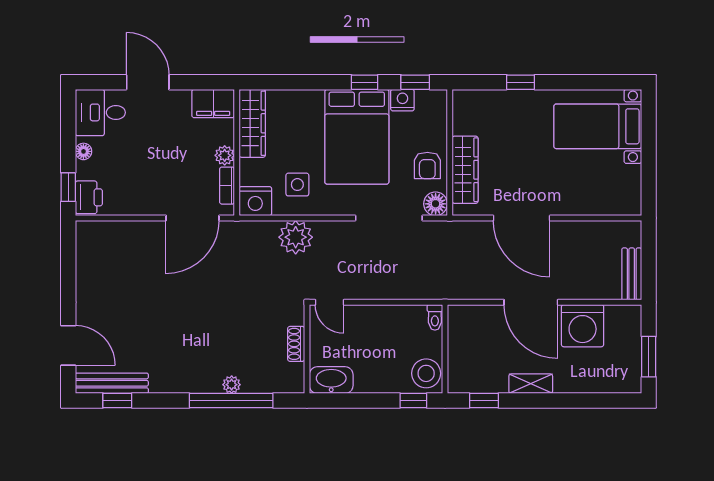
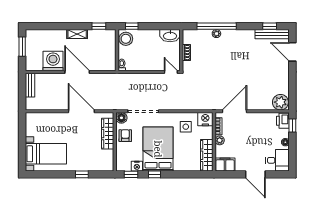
plant: (296, 237) -> (280, 102), moved

